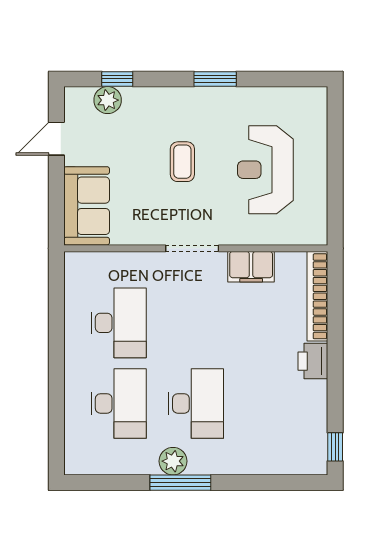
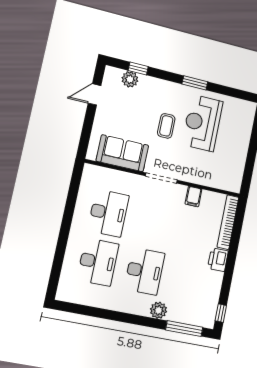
reception desk: (265, 170) -> (202, 123), moved
sofa: (87, 206) -> (122, 153), moved, turned -90
filing cabinet: (251, 267) -> (193, 196), width x0.50
plant: (173, 461) -> (159, 310), moved
window: (180, 483) -> (184, 329), moved

